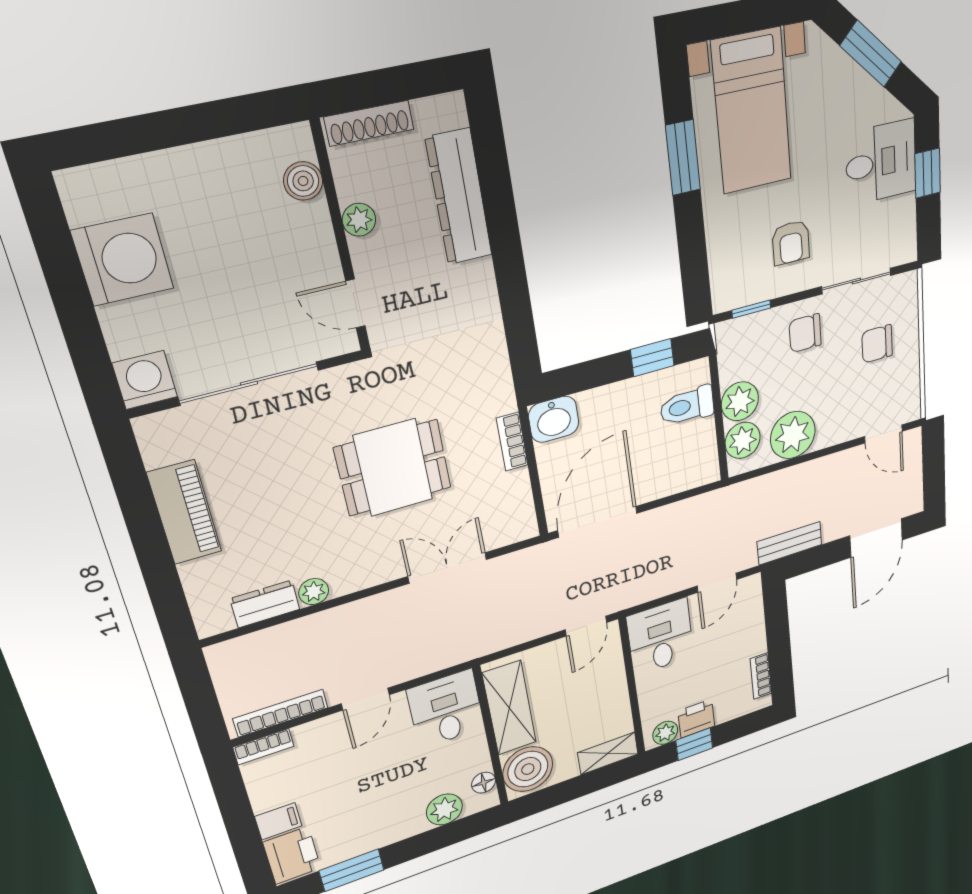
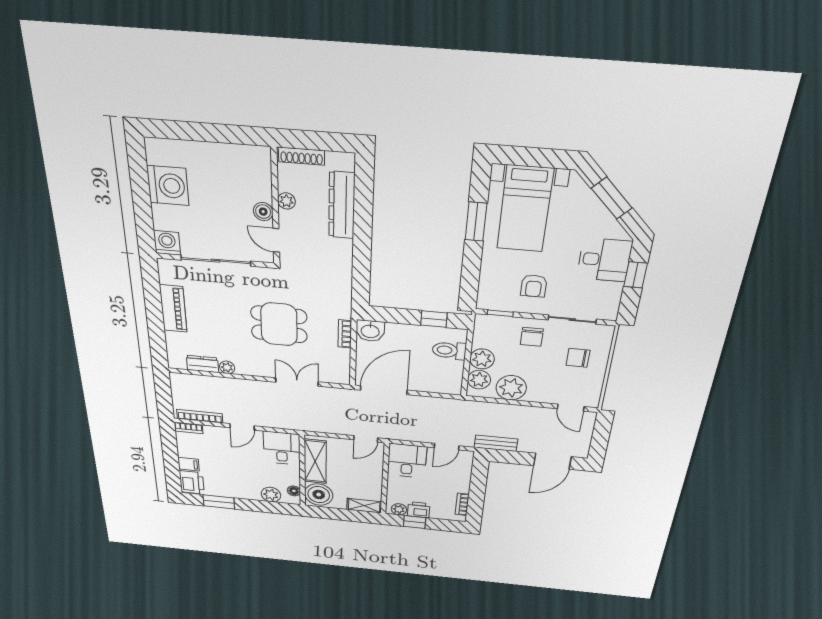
boiler: (303, 181) -> (263, 212), moved
chair: (805, 333) -> (532, 337), turned -90

